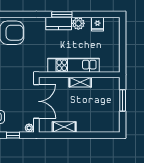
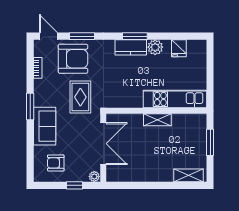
window: (19, 14) -> (82, 36), added
rug: (18, 64) -> (80, 97), added
kitchen unit: (73, 65) -> (175, 99), moved
shelving: (64, 127) -> (188, 175), moved

